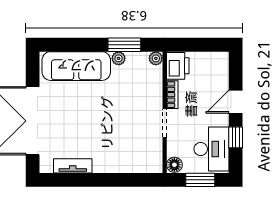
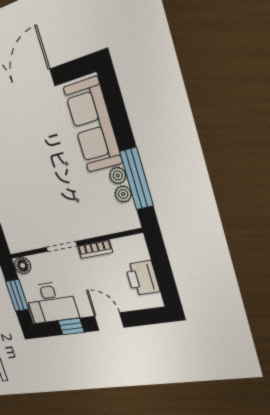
window: (124, 45) -> (136, 179), width x1.44
plant: (156, 58) -> (123, 194), moved
printer: (178, 66) -> (142, 278), moved, turned 90

